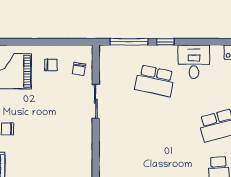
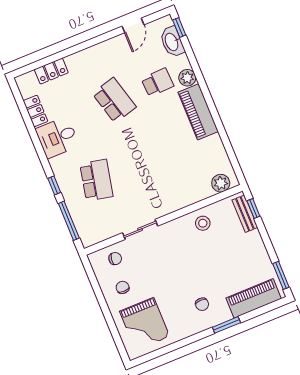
desk: (194, 62) -> (57, 137), moved
stool: (78, 159) -> (203, 223), added

